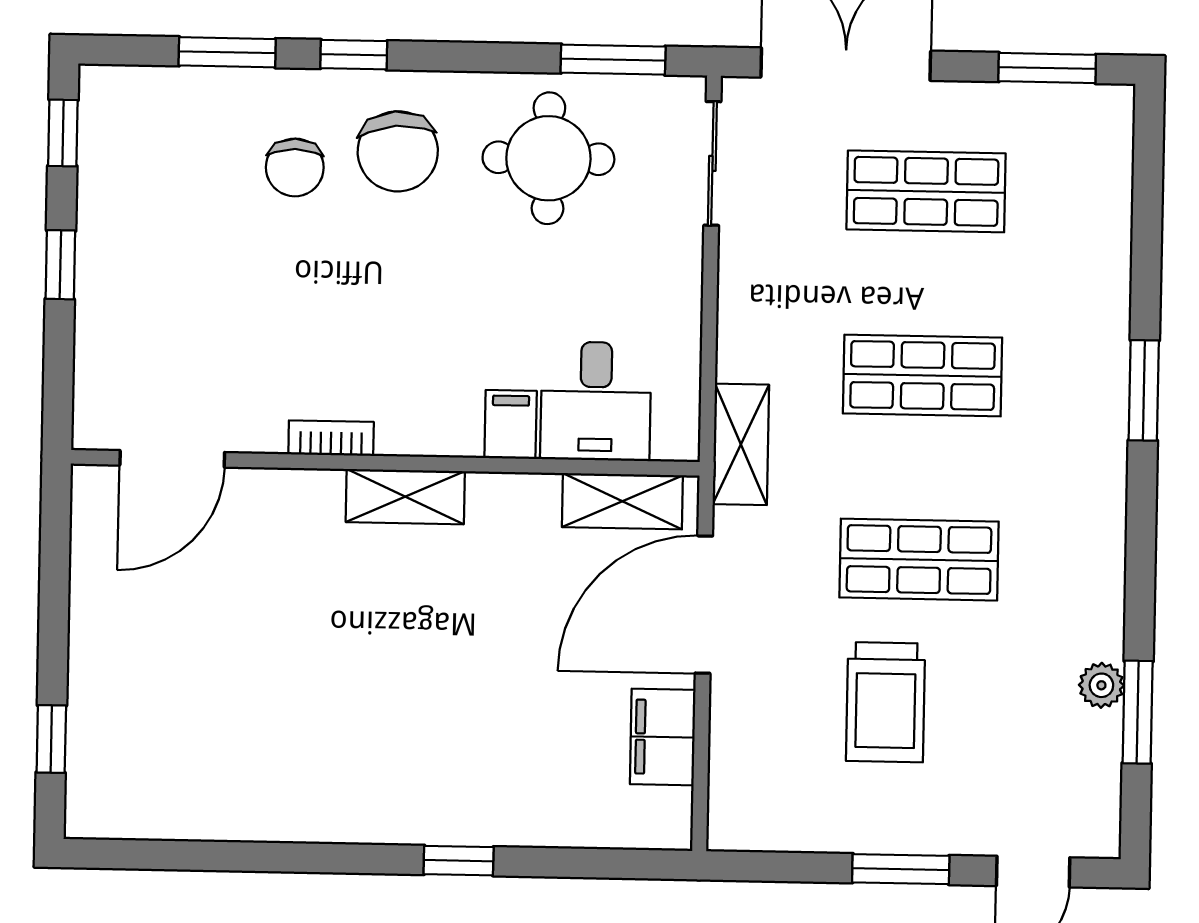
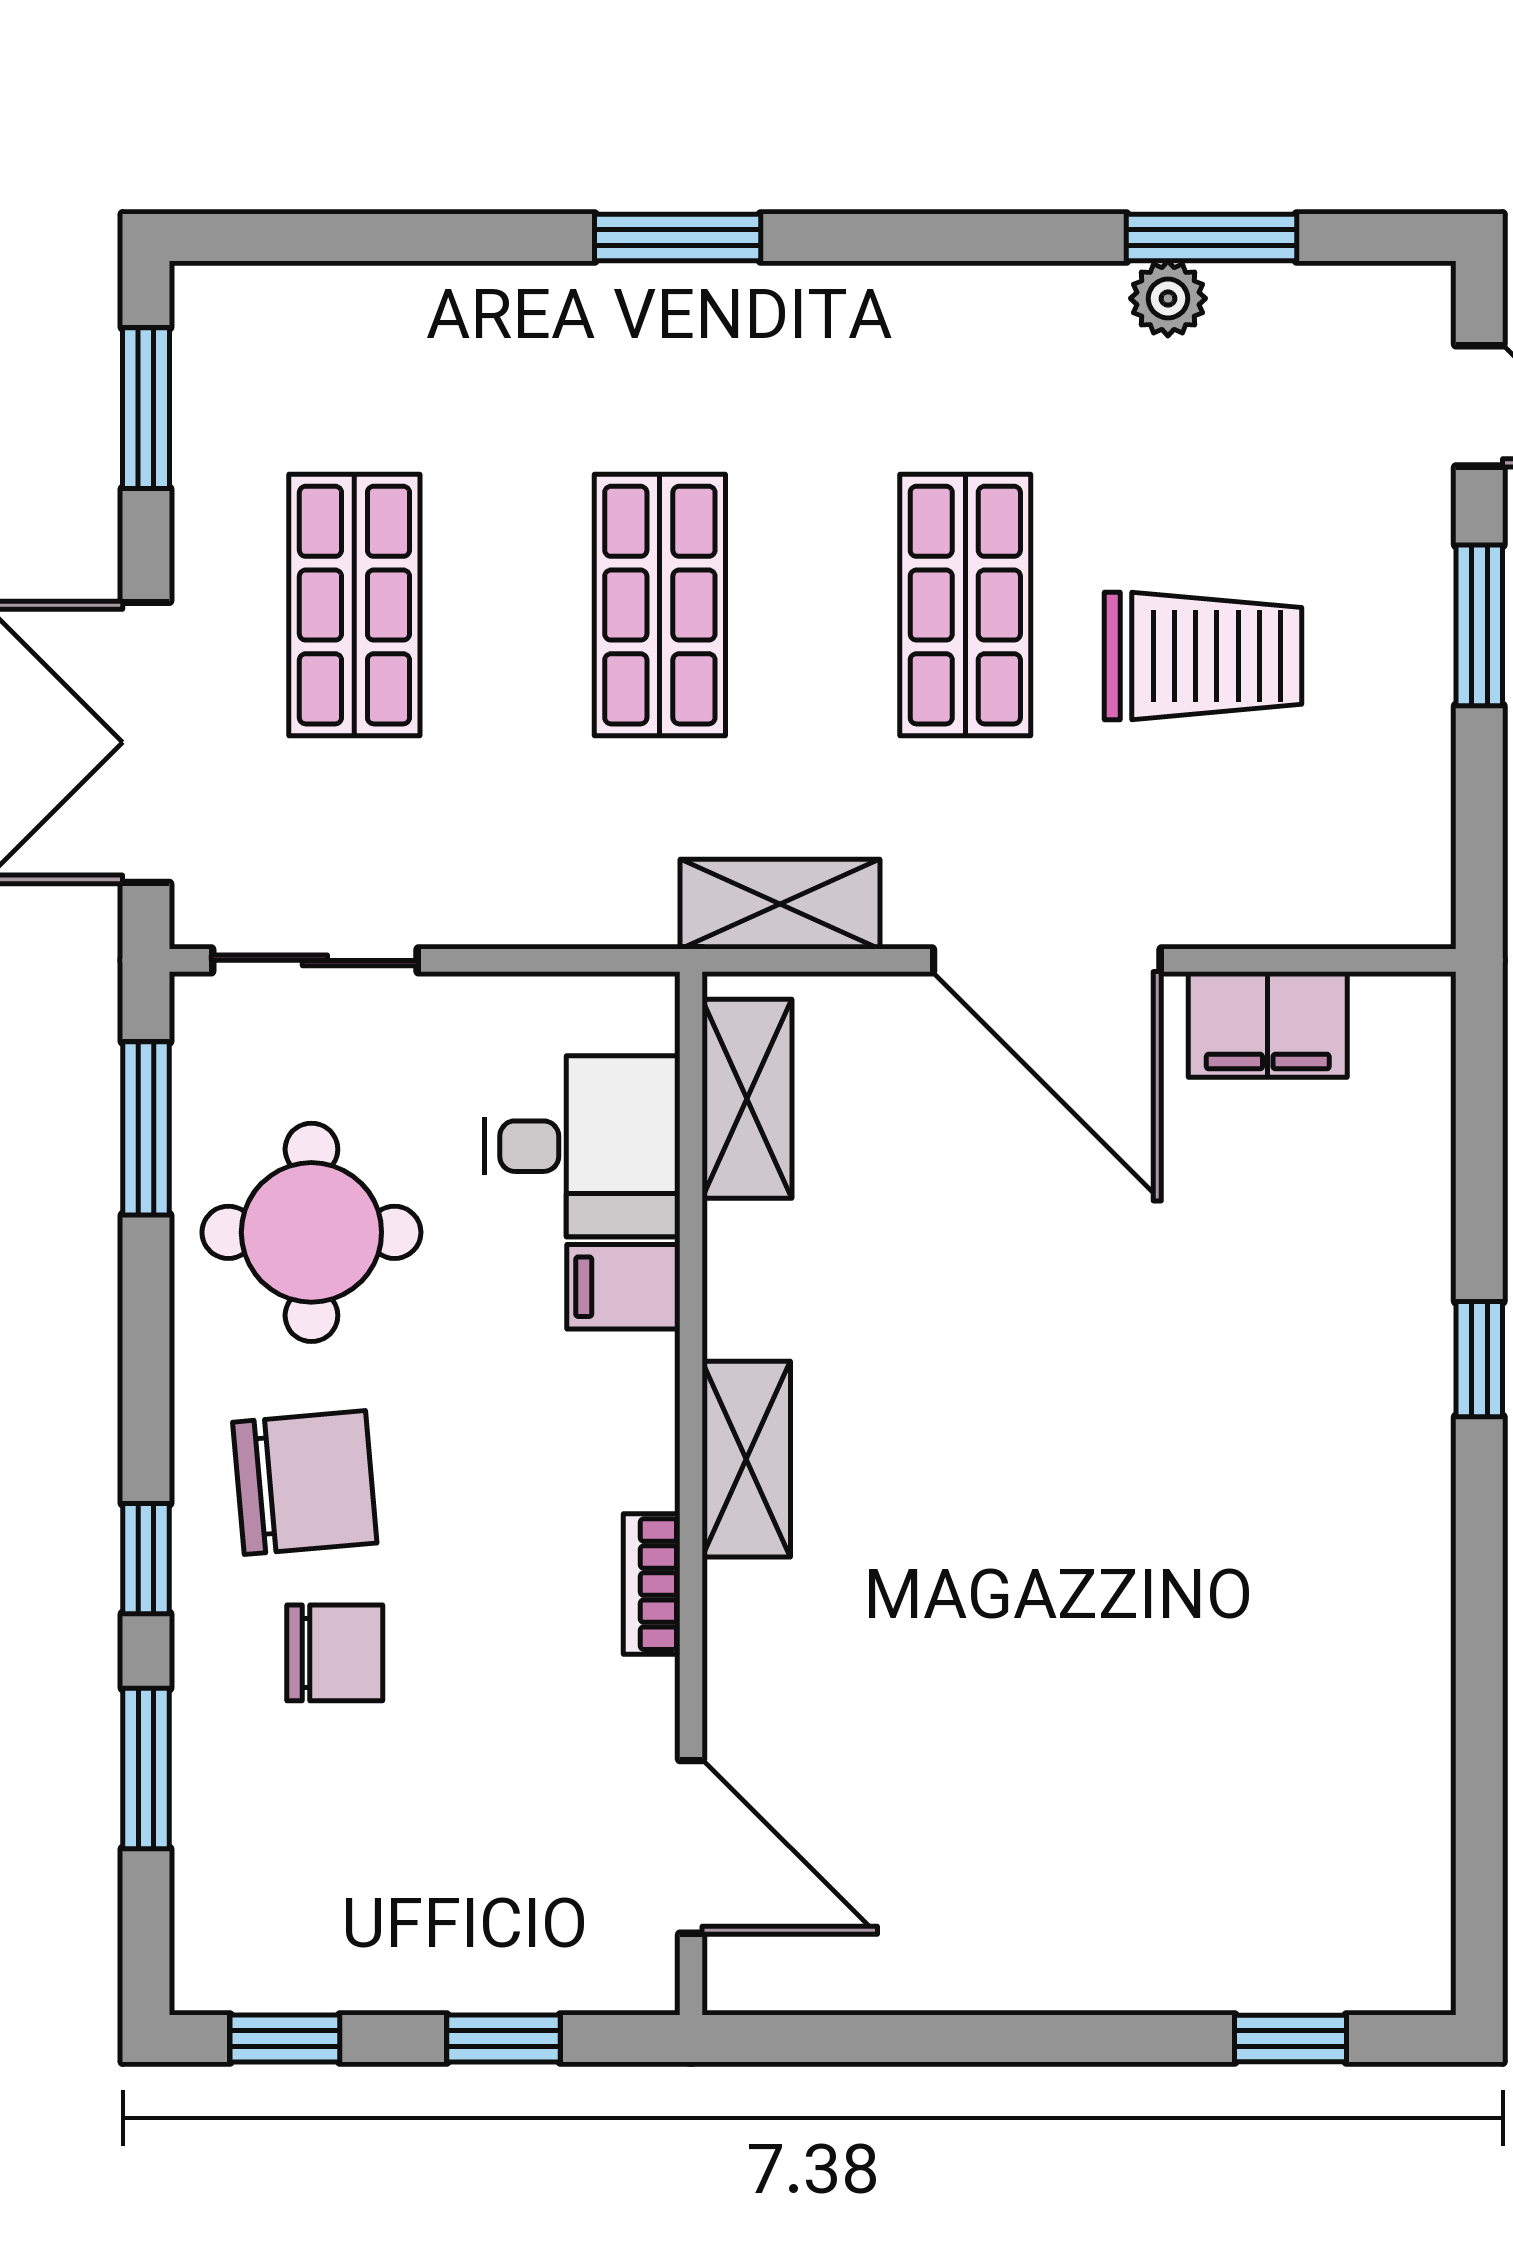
desk: (596, 401) -> (582, 1146), moved
filing cabinet: (511, 424) -> (623, 1287), moved
bookcase: (331, 438) -> (652, 1584), moved
door: (172, 459) -> (691, 1847), moved
wall: (385, 463) -> (691, 1493), moved
shelving: (405, 497) -> (746, 1459), moved
shelving: (622, 501) -> (747, 1099), moved

